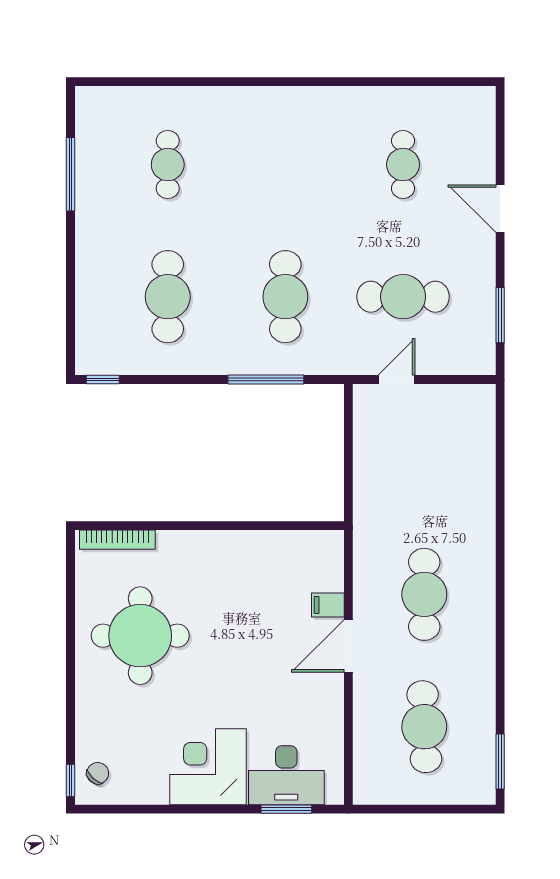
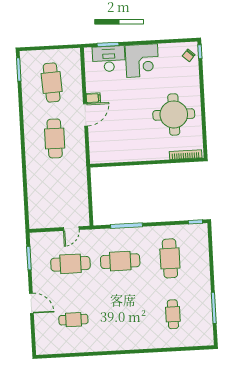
cafe table: (403, 165) -> (73, 320), turned 90
cafe table: (285, 297) -> (120, 261), turned 90
filing cabinet: (328, 605) -> (93, 98), moved

